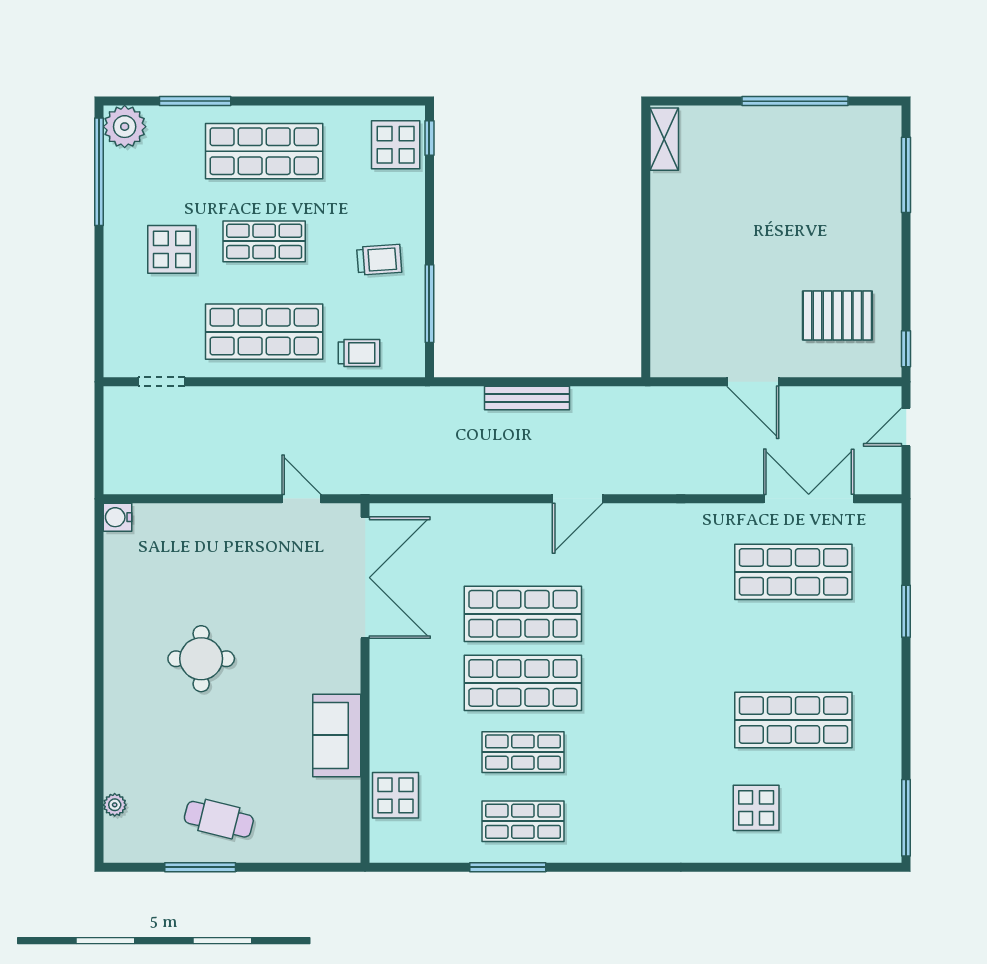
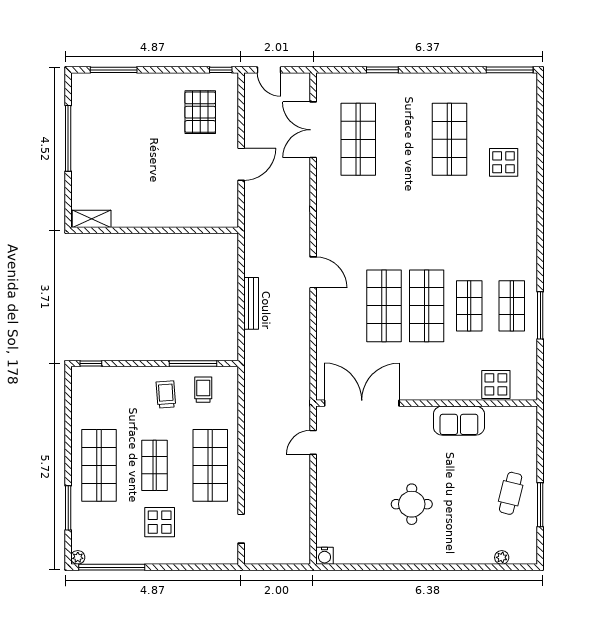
plant: (125, 127) -> (78, 557), width x0.53, depth x0.53
display table: (396, 145) -> (95, 384), removed
trolley: (359, 353) -> (203, 390), moved

